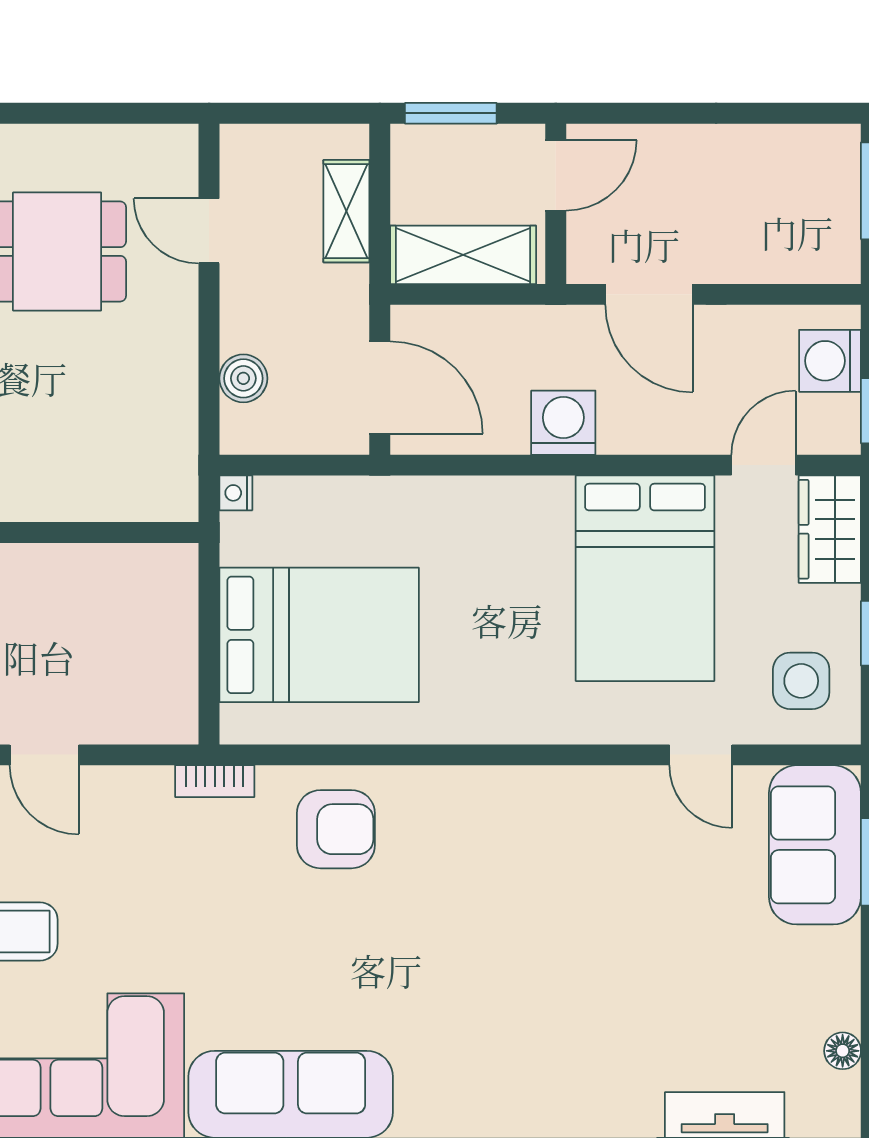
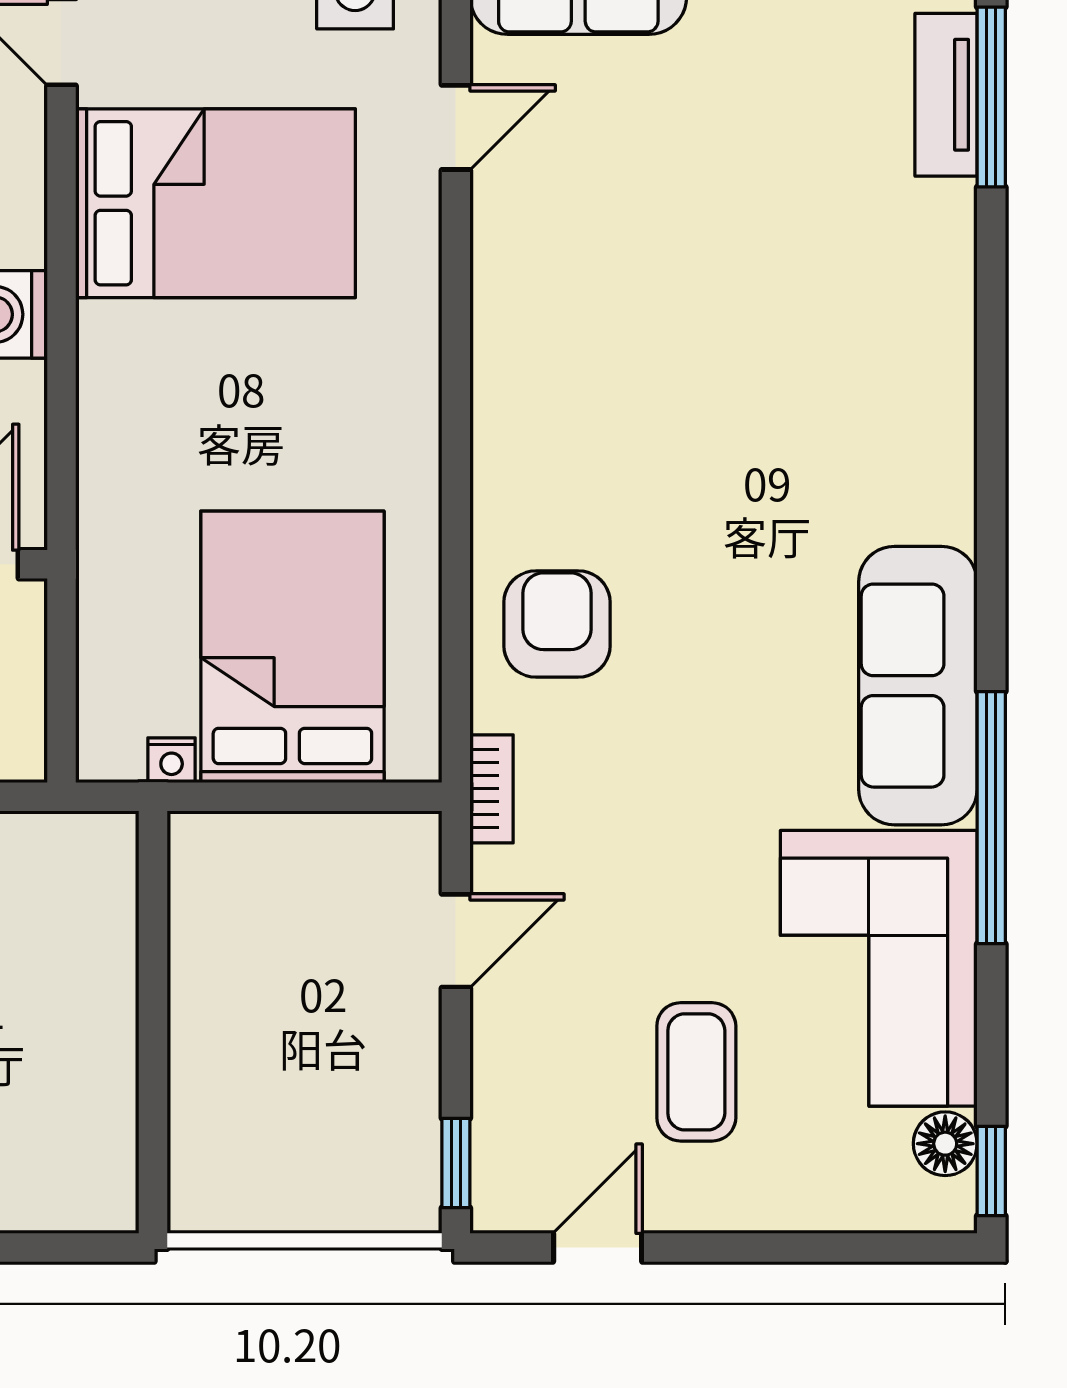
nightstand: (236, 493) -> (172, 760), moved
door: (44, 755) -> (456, 941), moved

